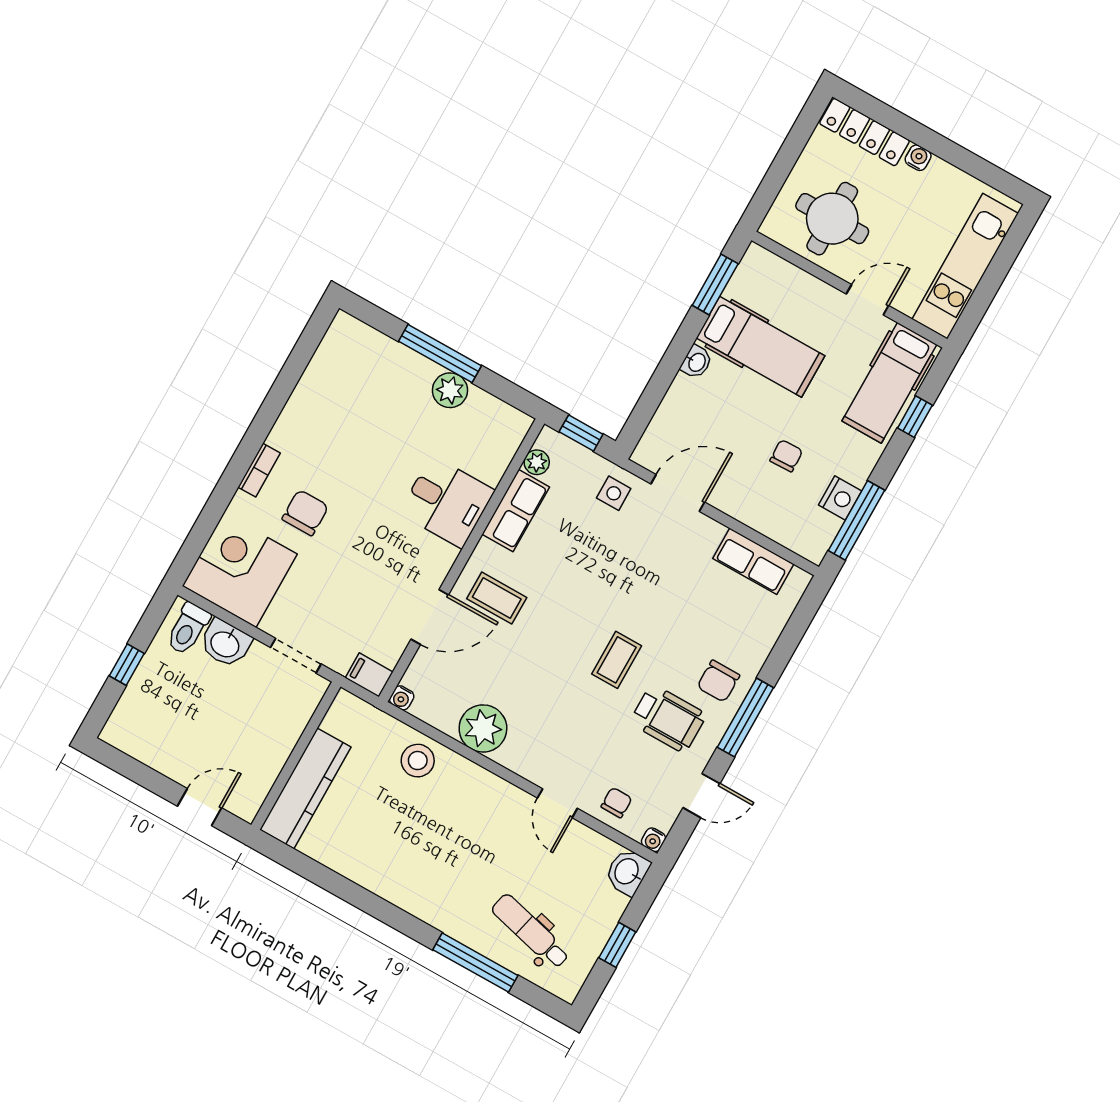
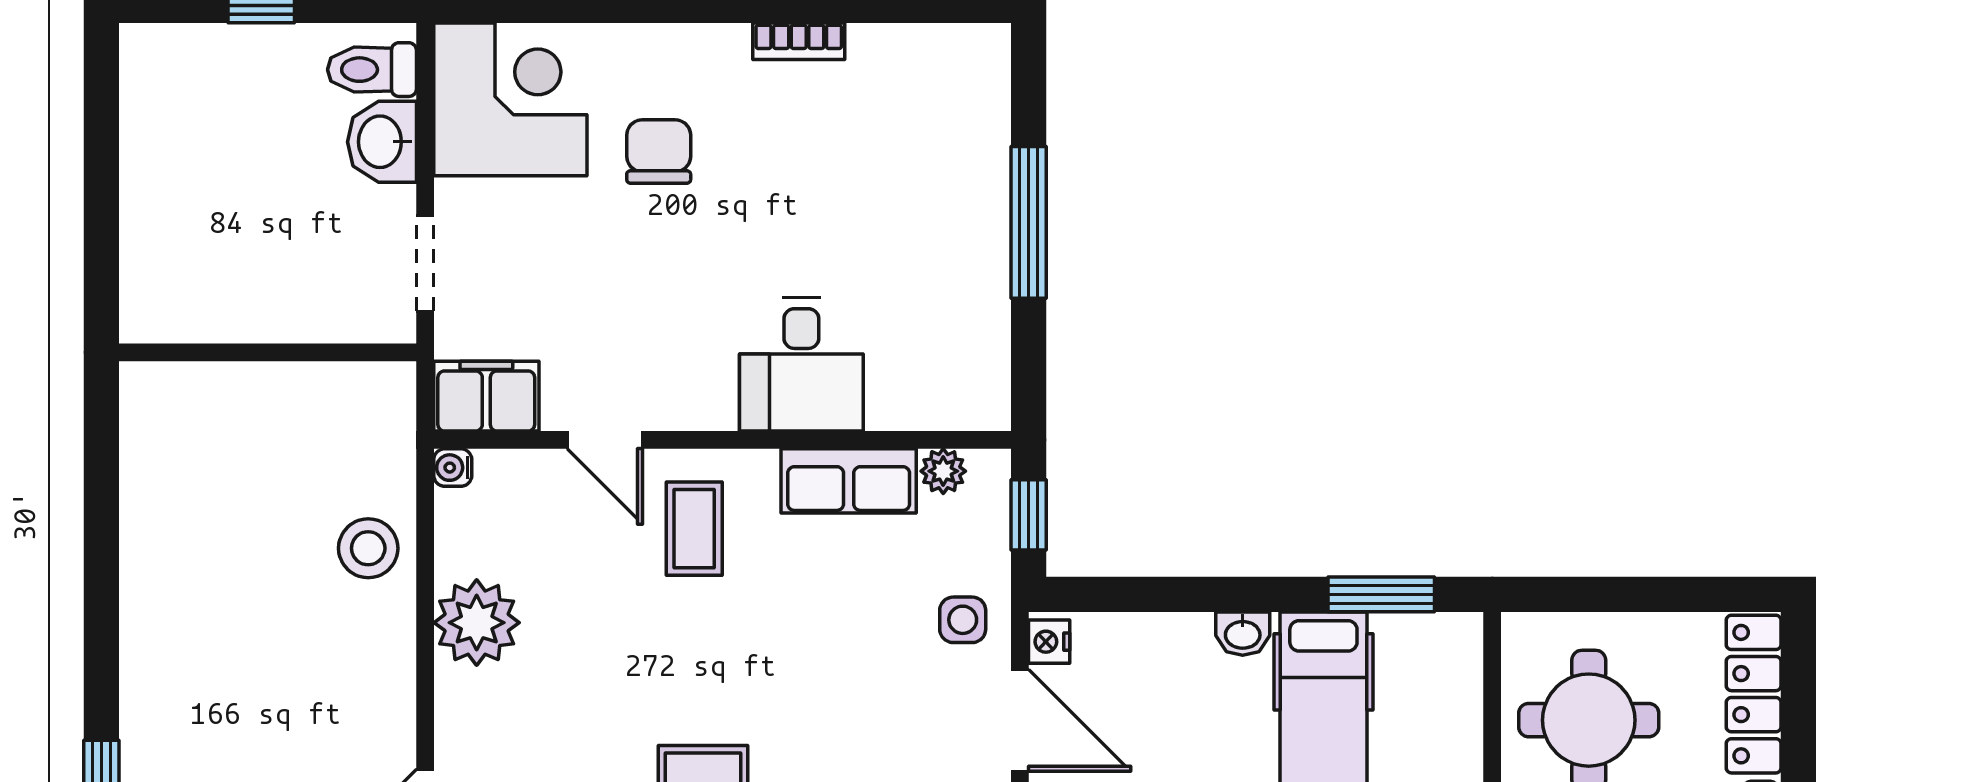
plant: (450, 390) -> (980, 271), removed
nightstand: (648, 458) -> (1049, 642), added
bookcase: (259, 470) -> (799, 41), moved
chair: (305, 513) -> (659, 151), turned -90
door: (430, 617) -> (605, 440), width x0.73
filing cabinet: (369, 675) -> (486, 396), width x2.00
kitchen counter: (305, 788) -> (225, 396), removed
door: (199, 807) -> (101, 246), removed

